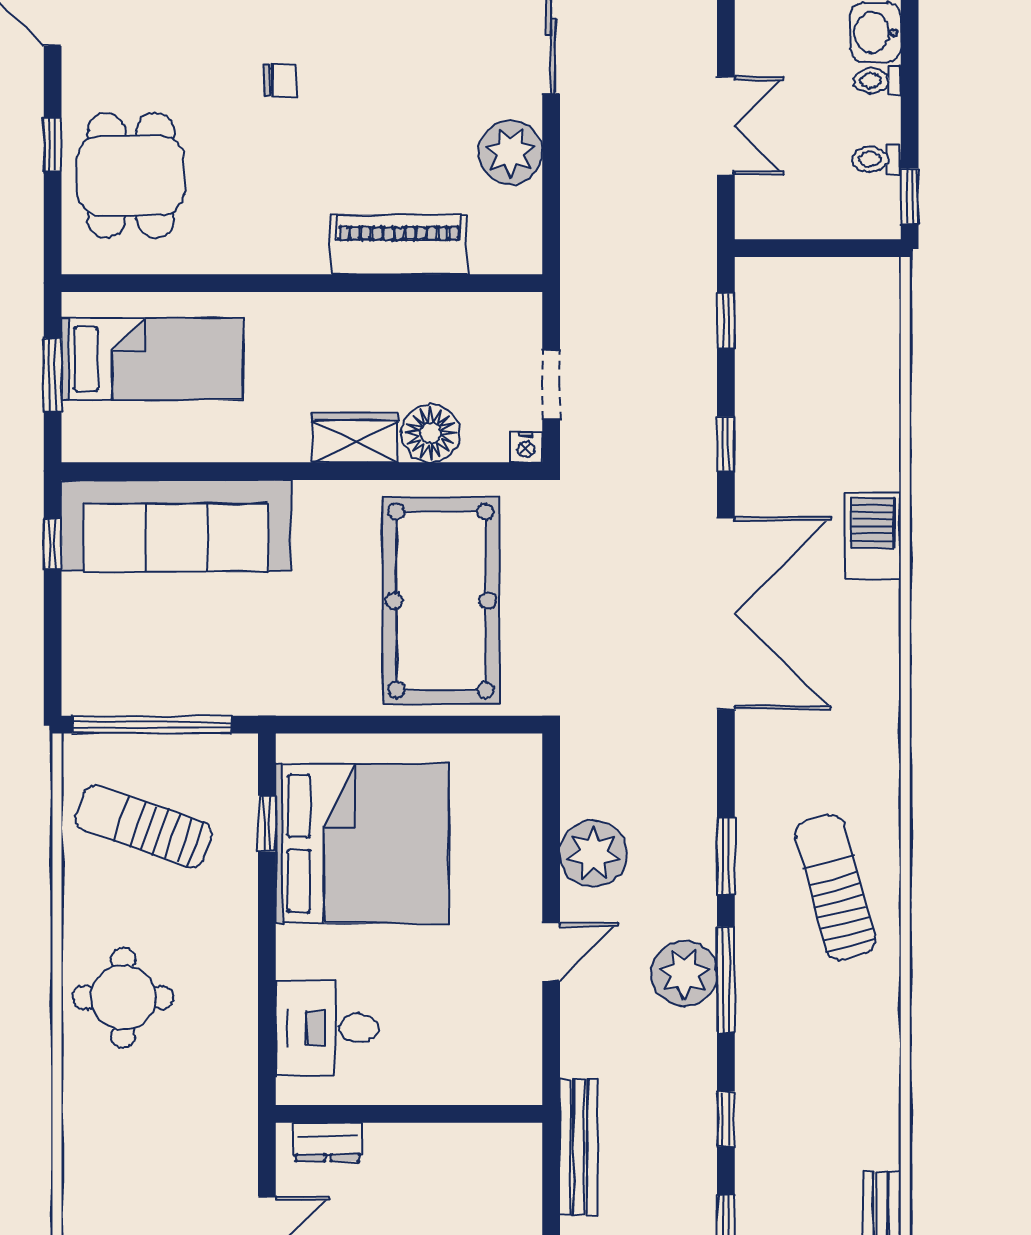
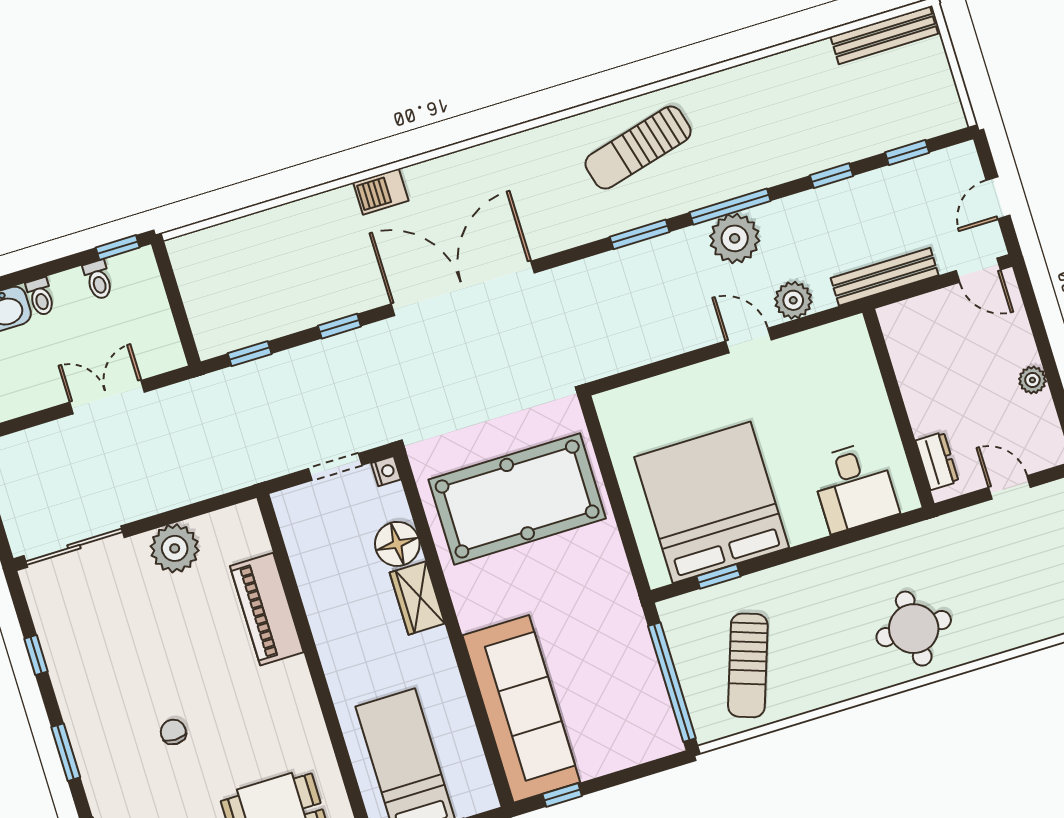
barbecue: (873, 536) -> (381, 192), width x0.73, depth x0.79
plant: (593, 853) -> (793, 300), moved, width x0.73, depth x0.73
round table: (123, 998) -> (914, 629), moved

